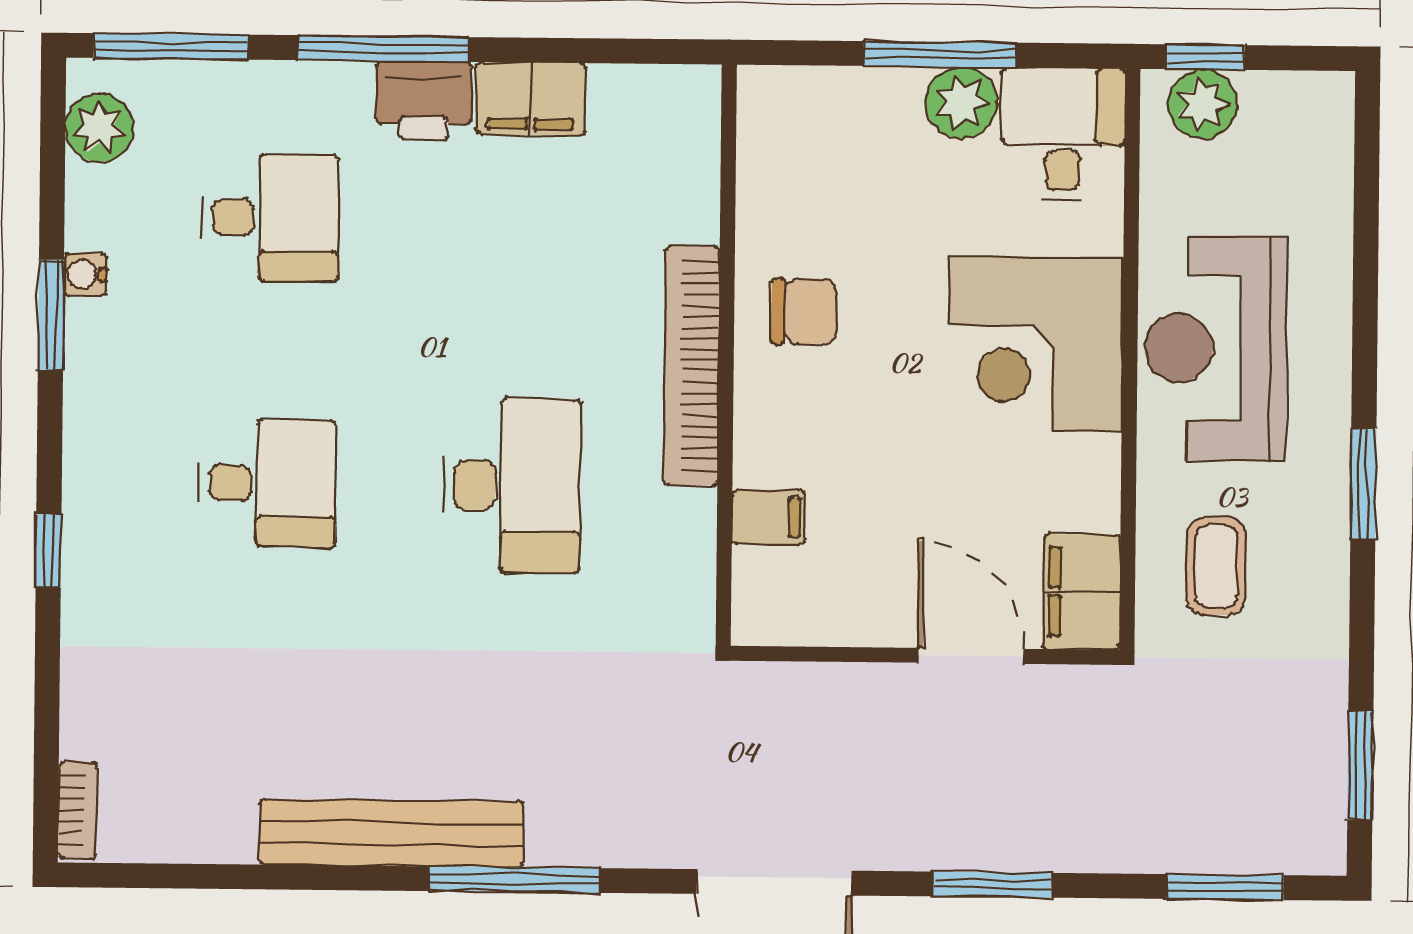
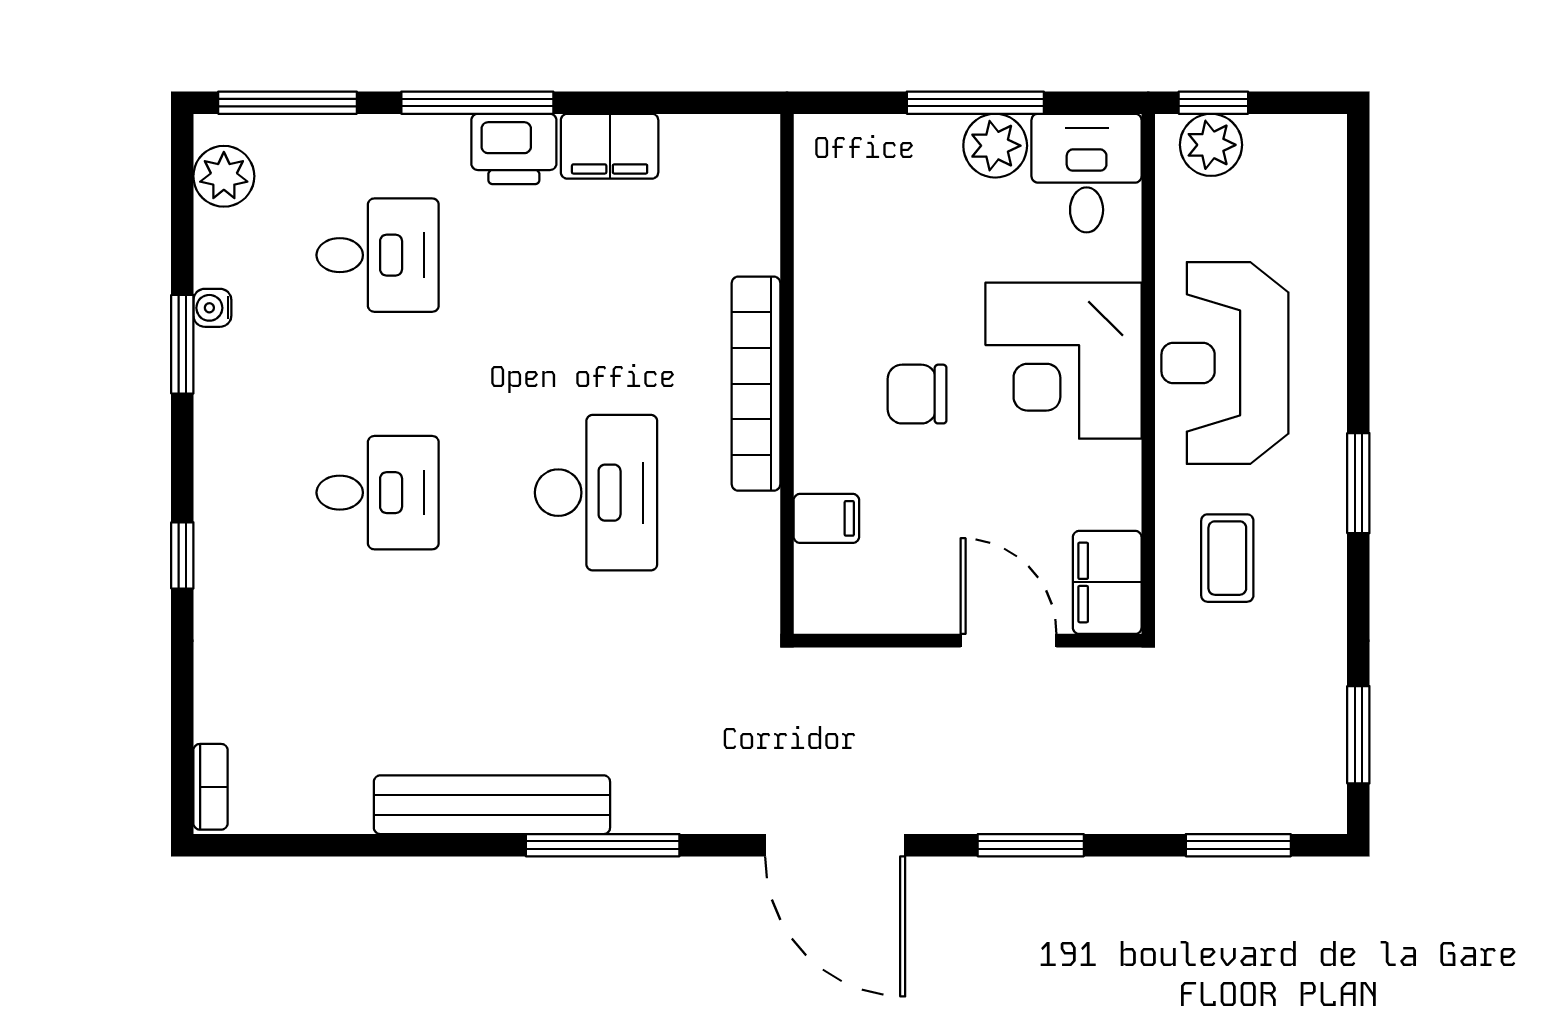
chair: (804, 311) -> (917, 394), moved, turned 180

